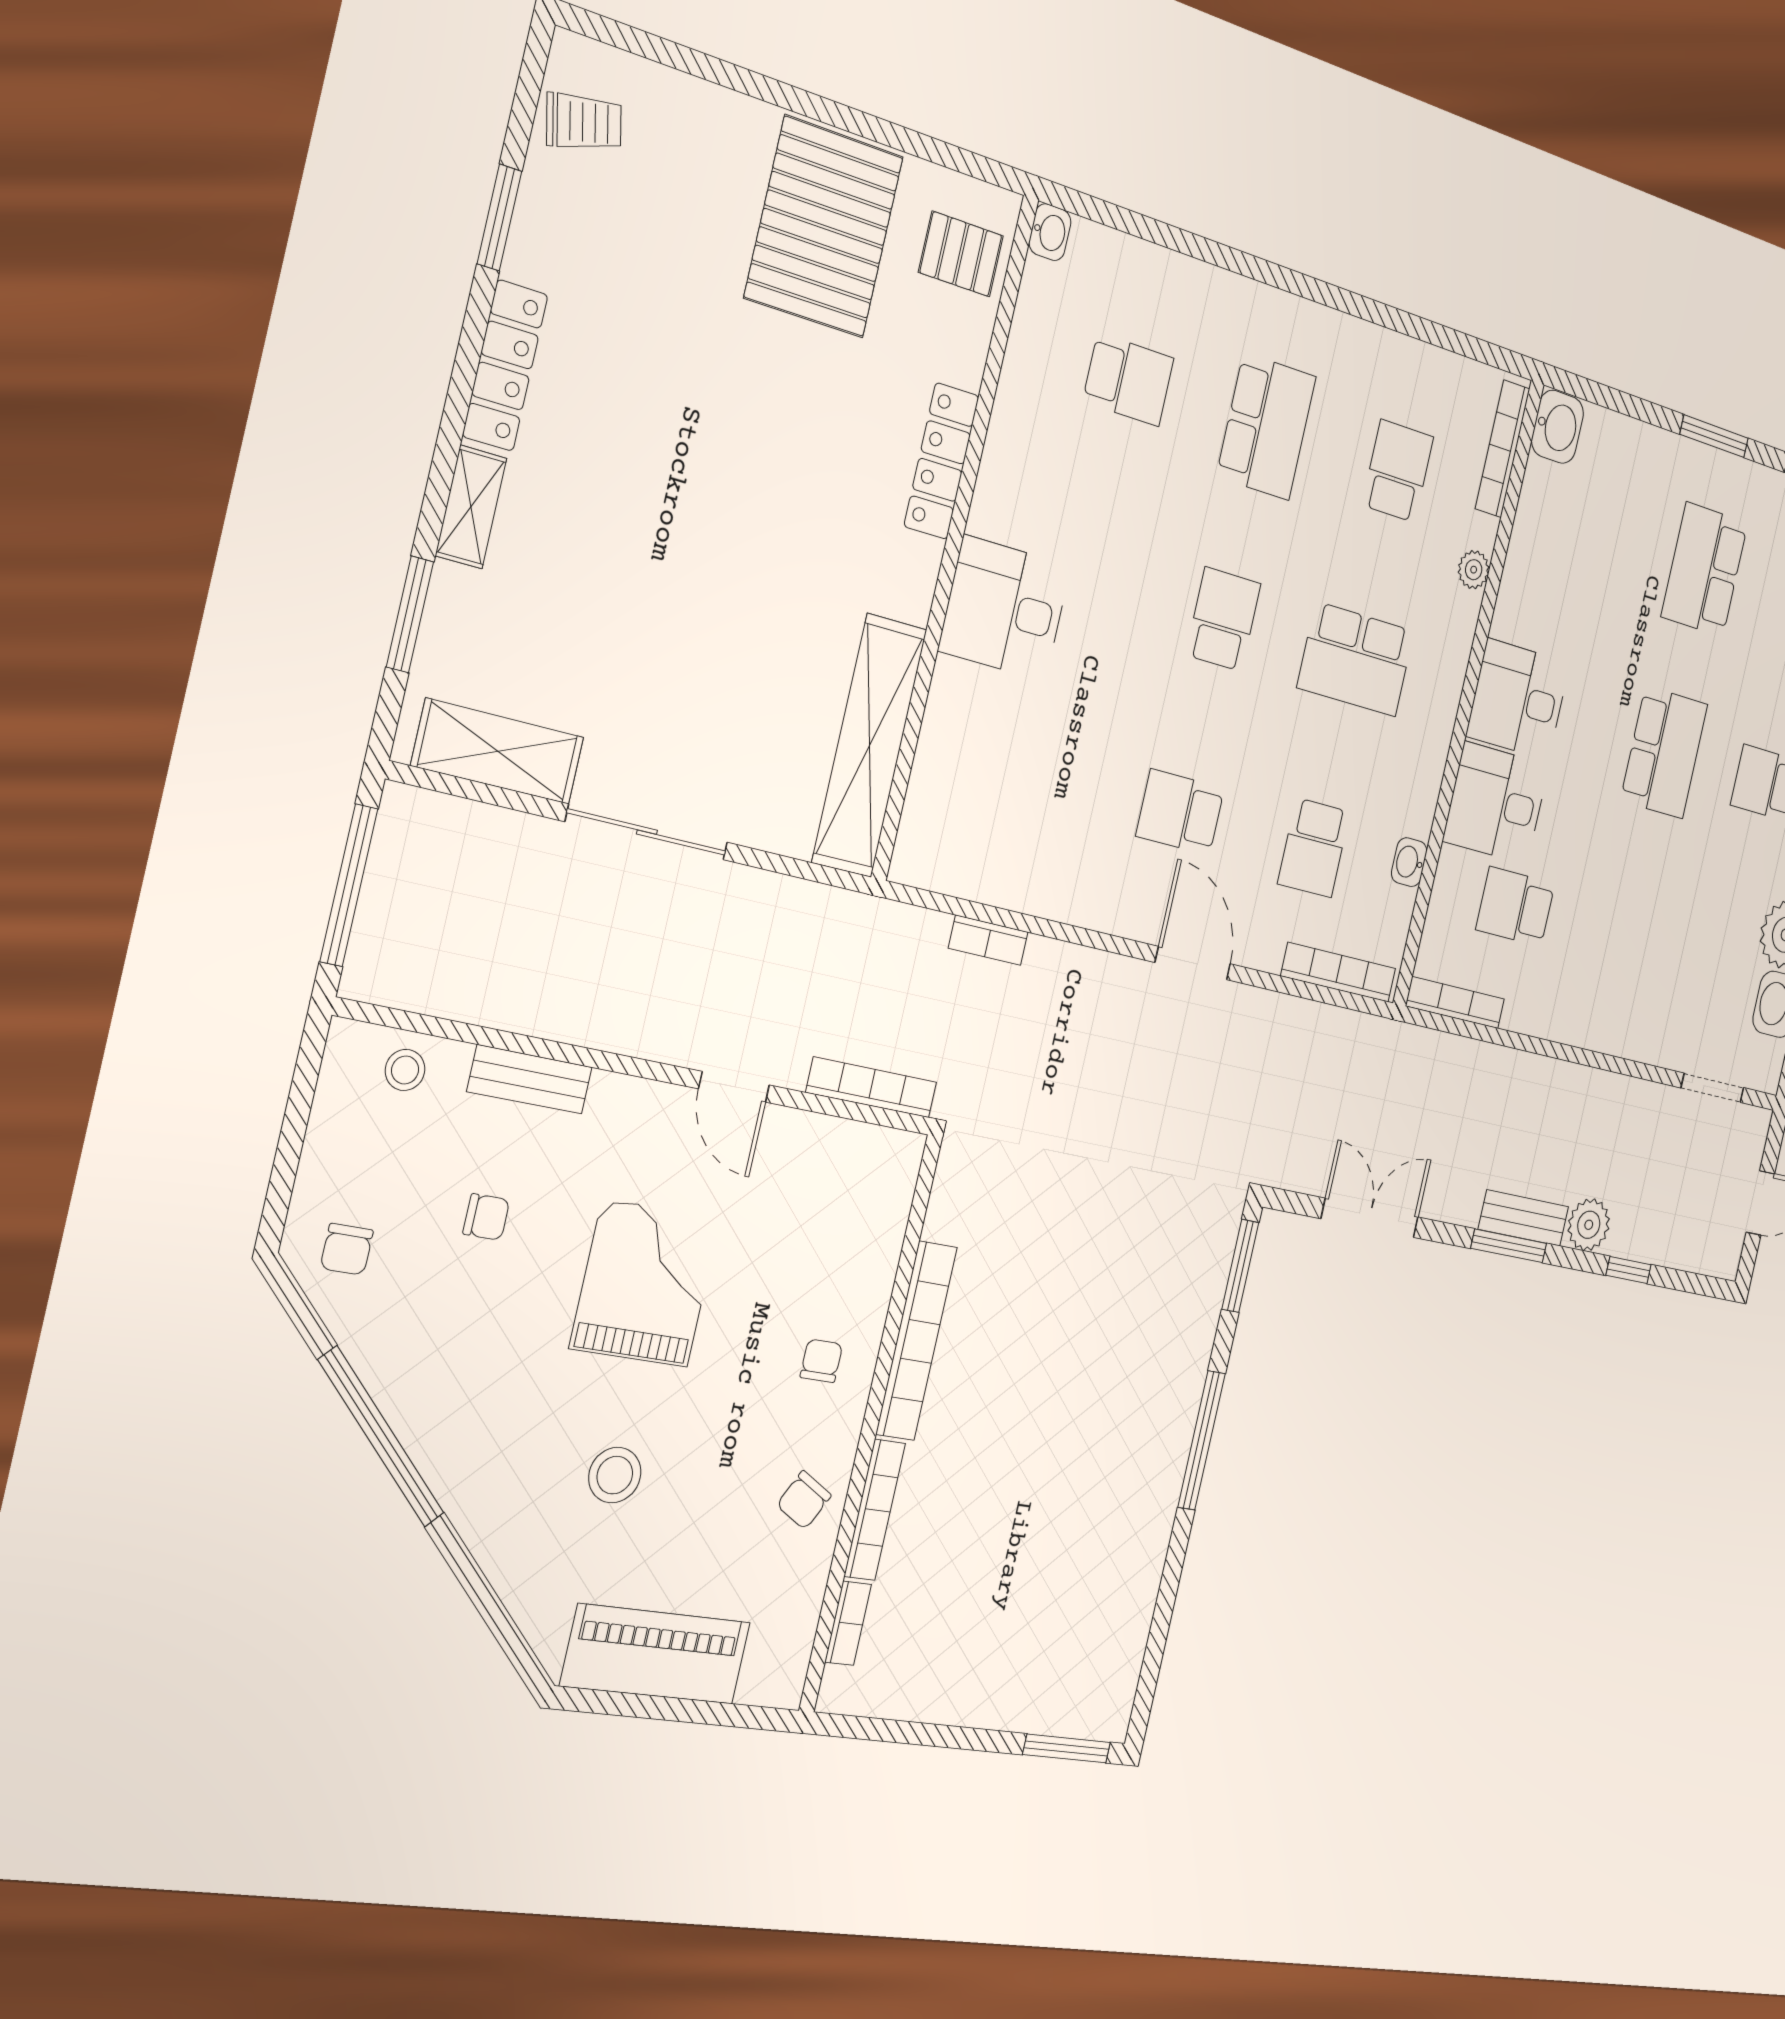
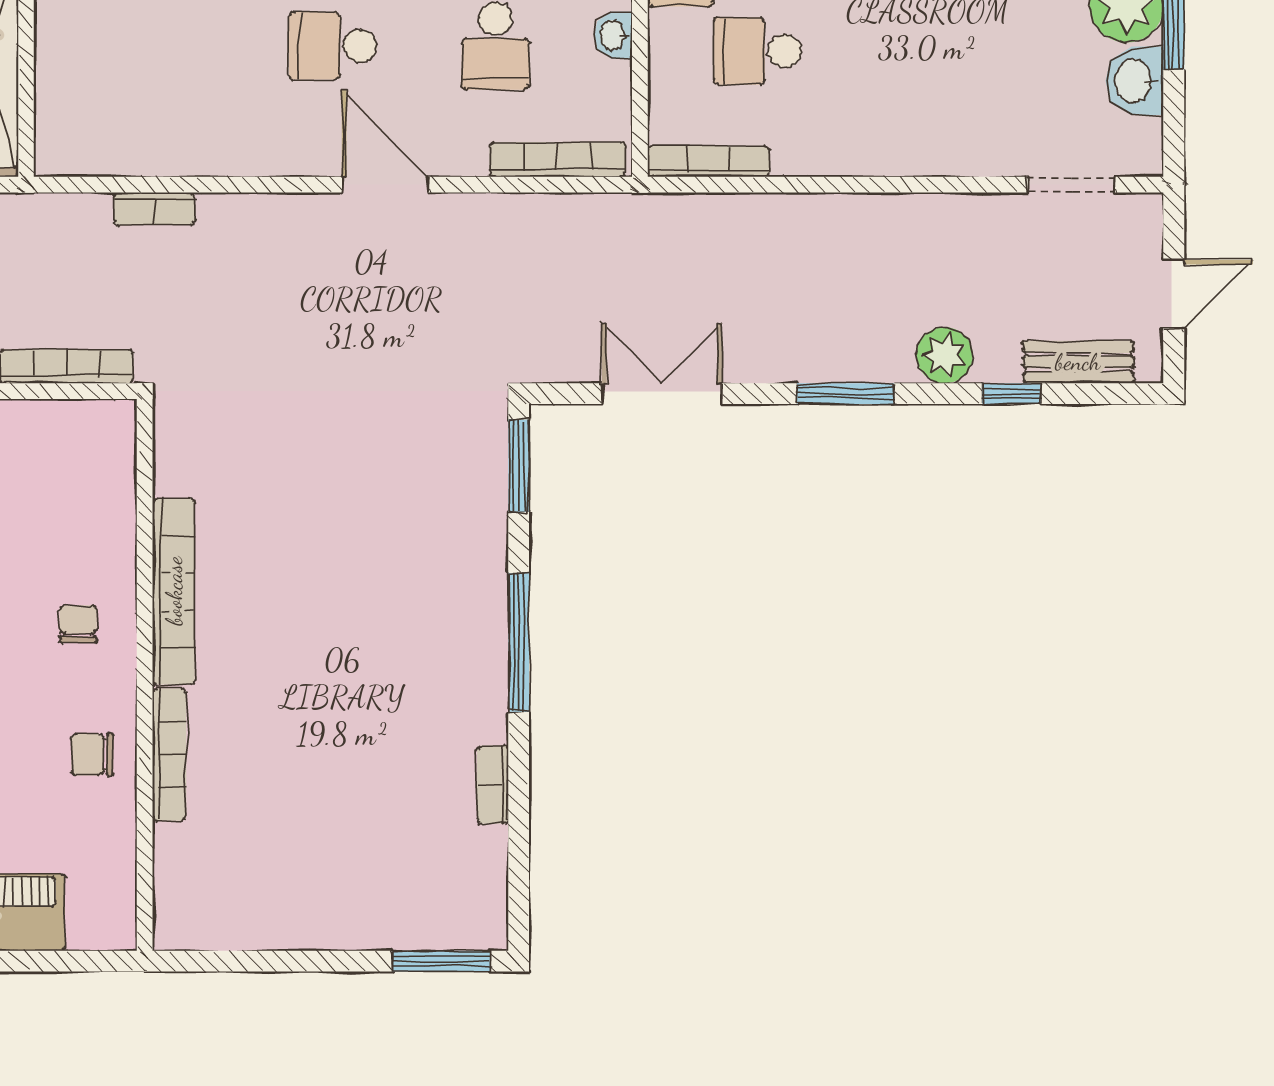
bench: (1524, 1218) -> (1078, 362), moved
chair: (804, 1500) -> (92, 755), turned 61
bookcase: (848, 1623) -> (493, 785), moved, turned 180

